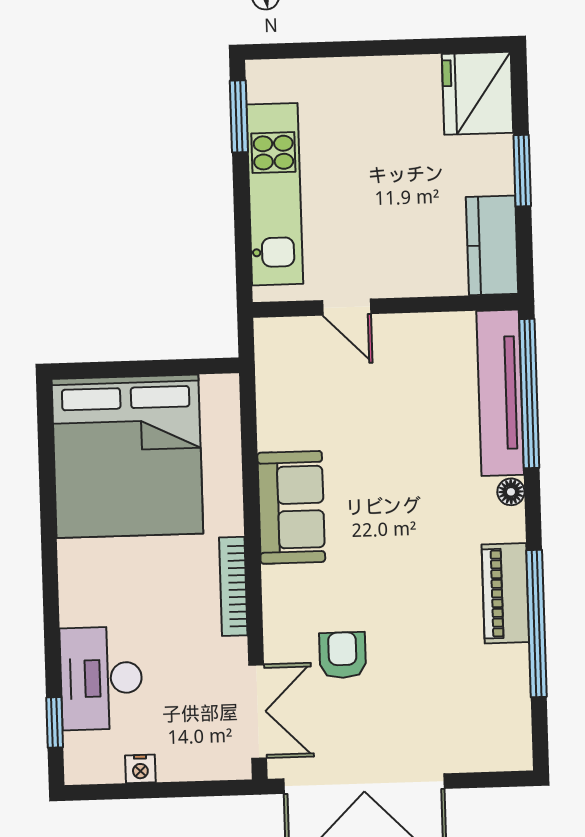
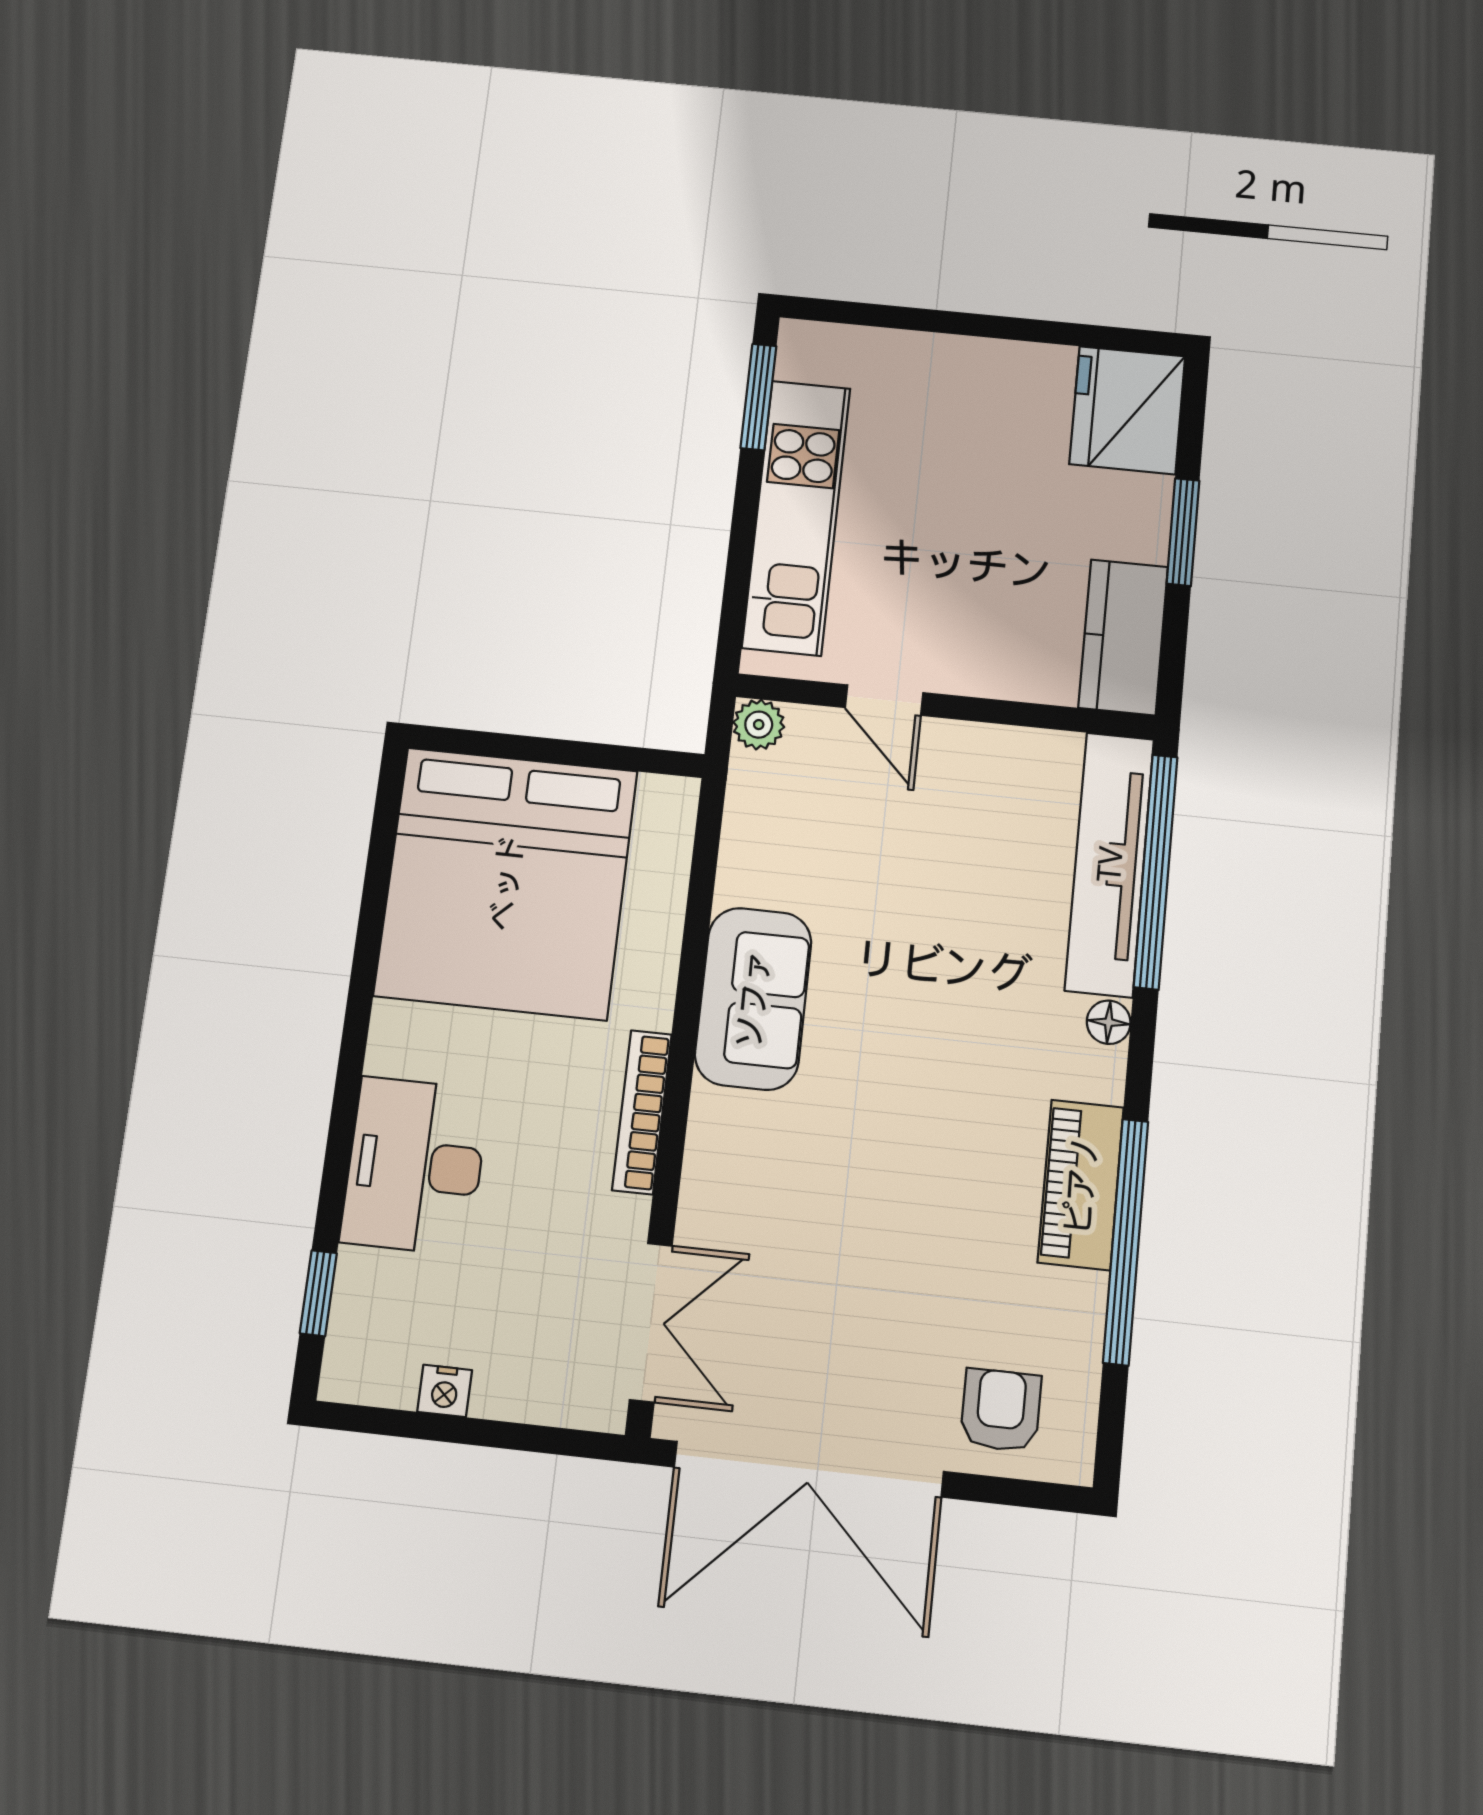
plant: (270, 334) -> (759, 725), added
armchair: (343, 655) -> (1001, 1410), moved
desk: (101, 678) -> (415, 1166), moved

